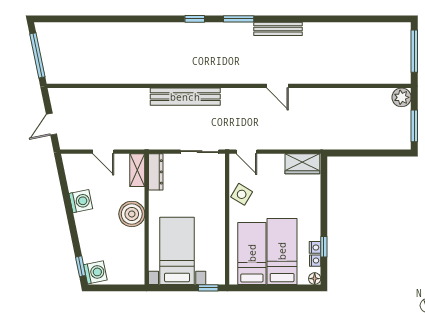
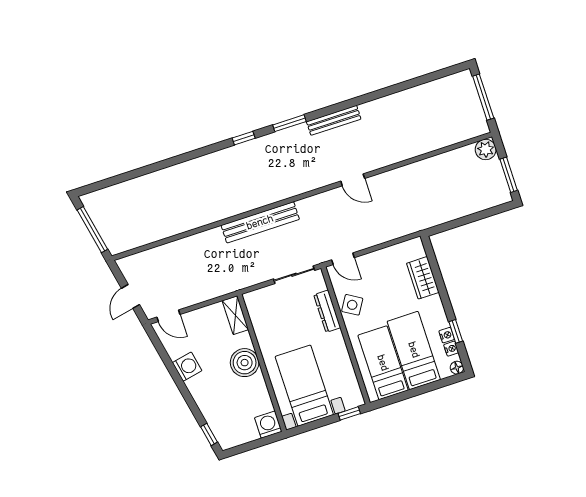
door: (103, 152) -> (168, 316), moved
wardrobe: (302, 164) -> (423, 278), moved, turned 90
dresser: (156, 172) -> (327, 311), moved, turned 180
washing machine: (95, 272) -> (268, 425), moved, turned -78

